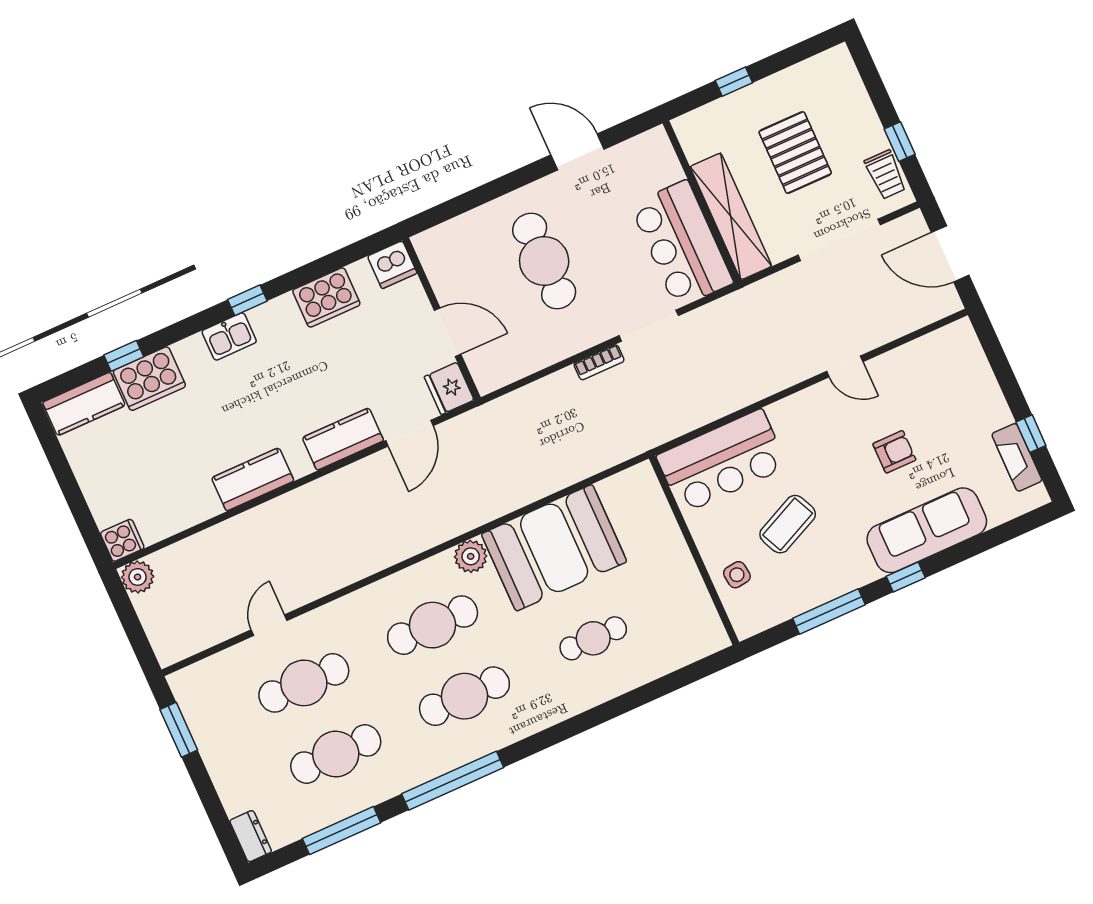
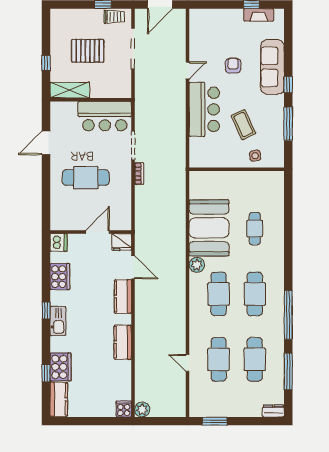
shelving: (731, 216) -> (70, 90), moved, width x0.68
kitchen sink: (229, 336) -> (58, 321), width x1.38
bar counter: (722, 461) -> (204, 109), moved

